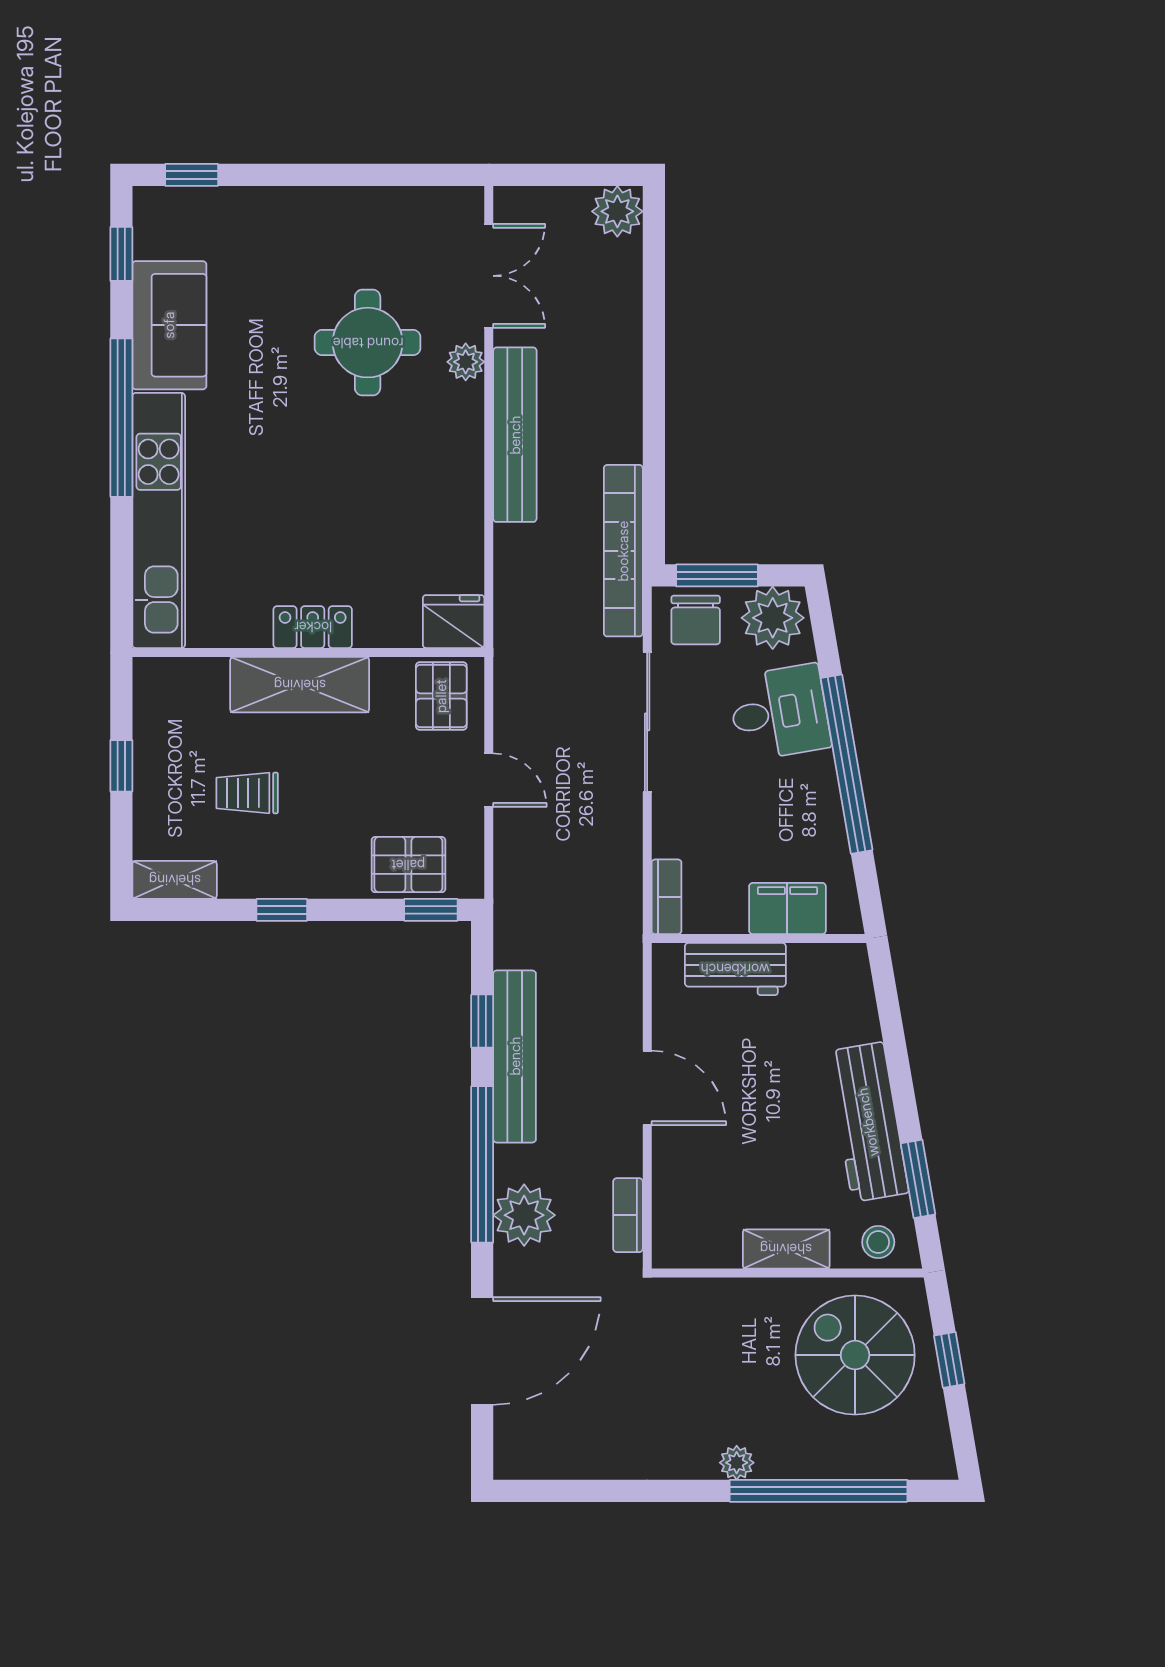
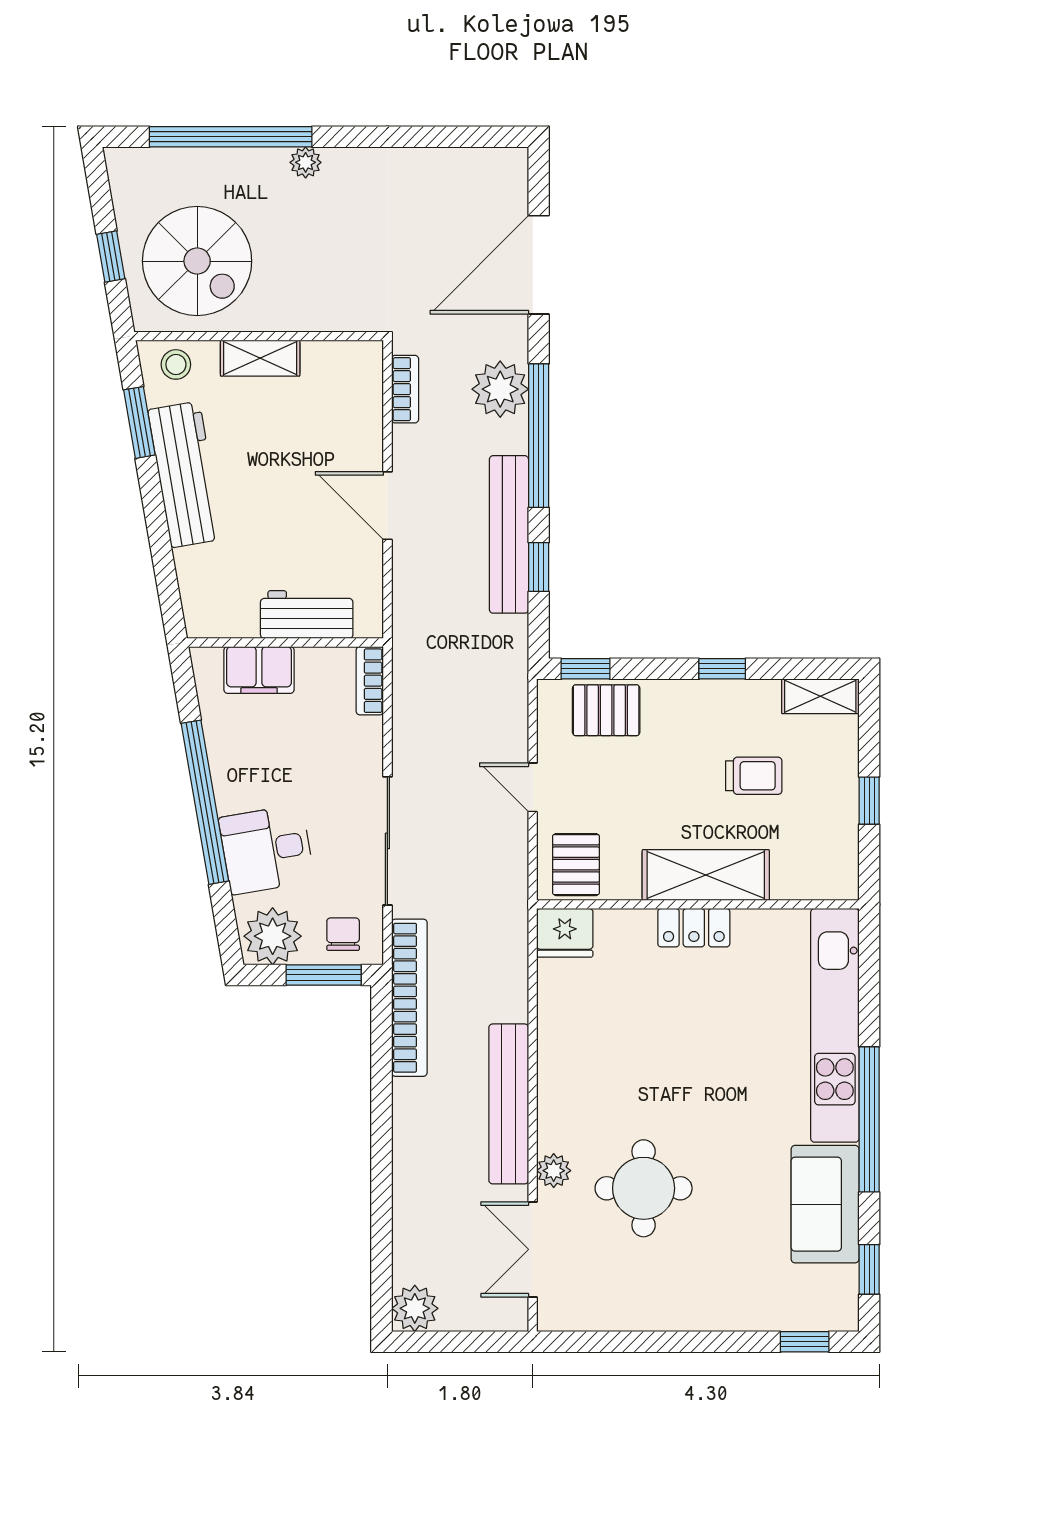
chair: (696, 620) -> (343, 934), width x0.73, depth x0.73

